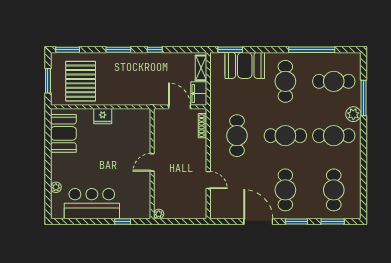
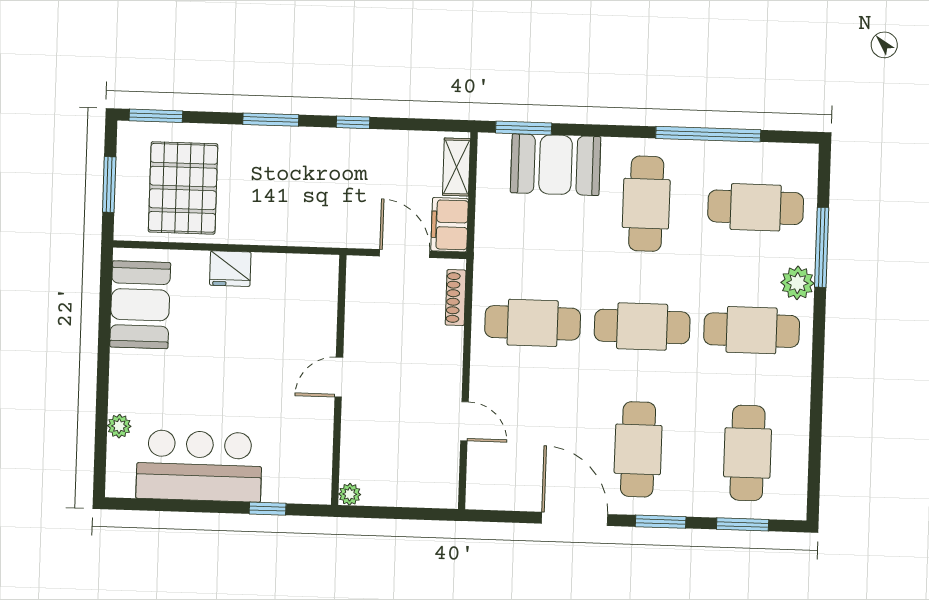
cafe table: (237, 136) -> (533, 323), turned 90

